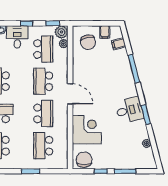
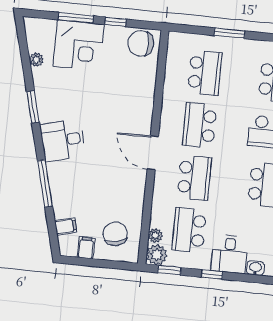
desk: (129, 110) -> (63, 140), moved
corner desk: (87, 130) -> (78, 45), moved, turned -90
chair: (84, 160) -> (141, 43), turned 90

